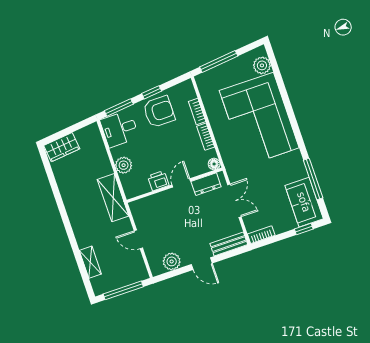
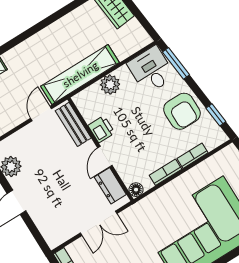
window: (152, 92) -> (216, 115), moved
door: (181, 183) -> (105, 157), swing flipped
shelving: (113, 198) -> (80, 74), width x1.47
door: (138, 239) -> (41, 114), moved
bench: (229, 244) -> (73, 124), moved

